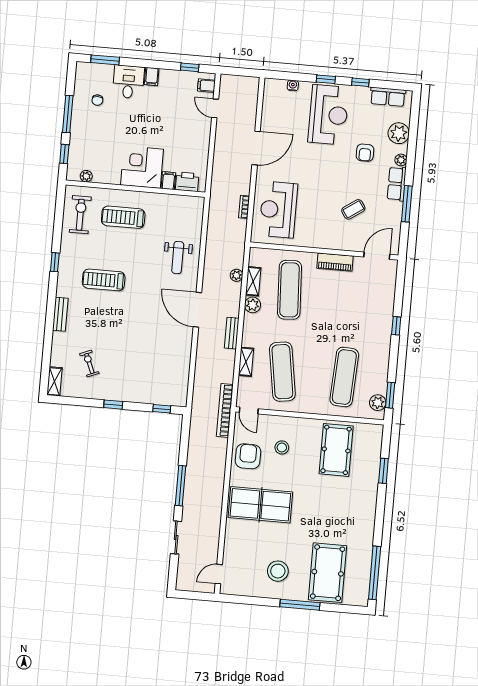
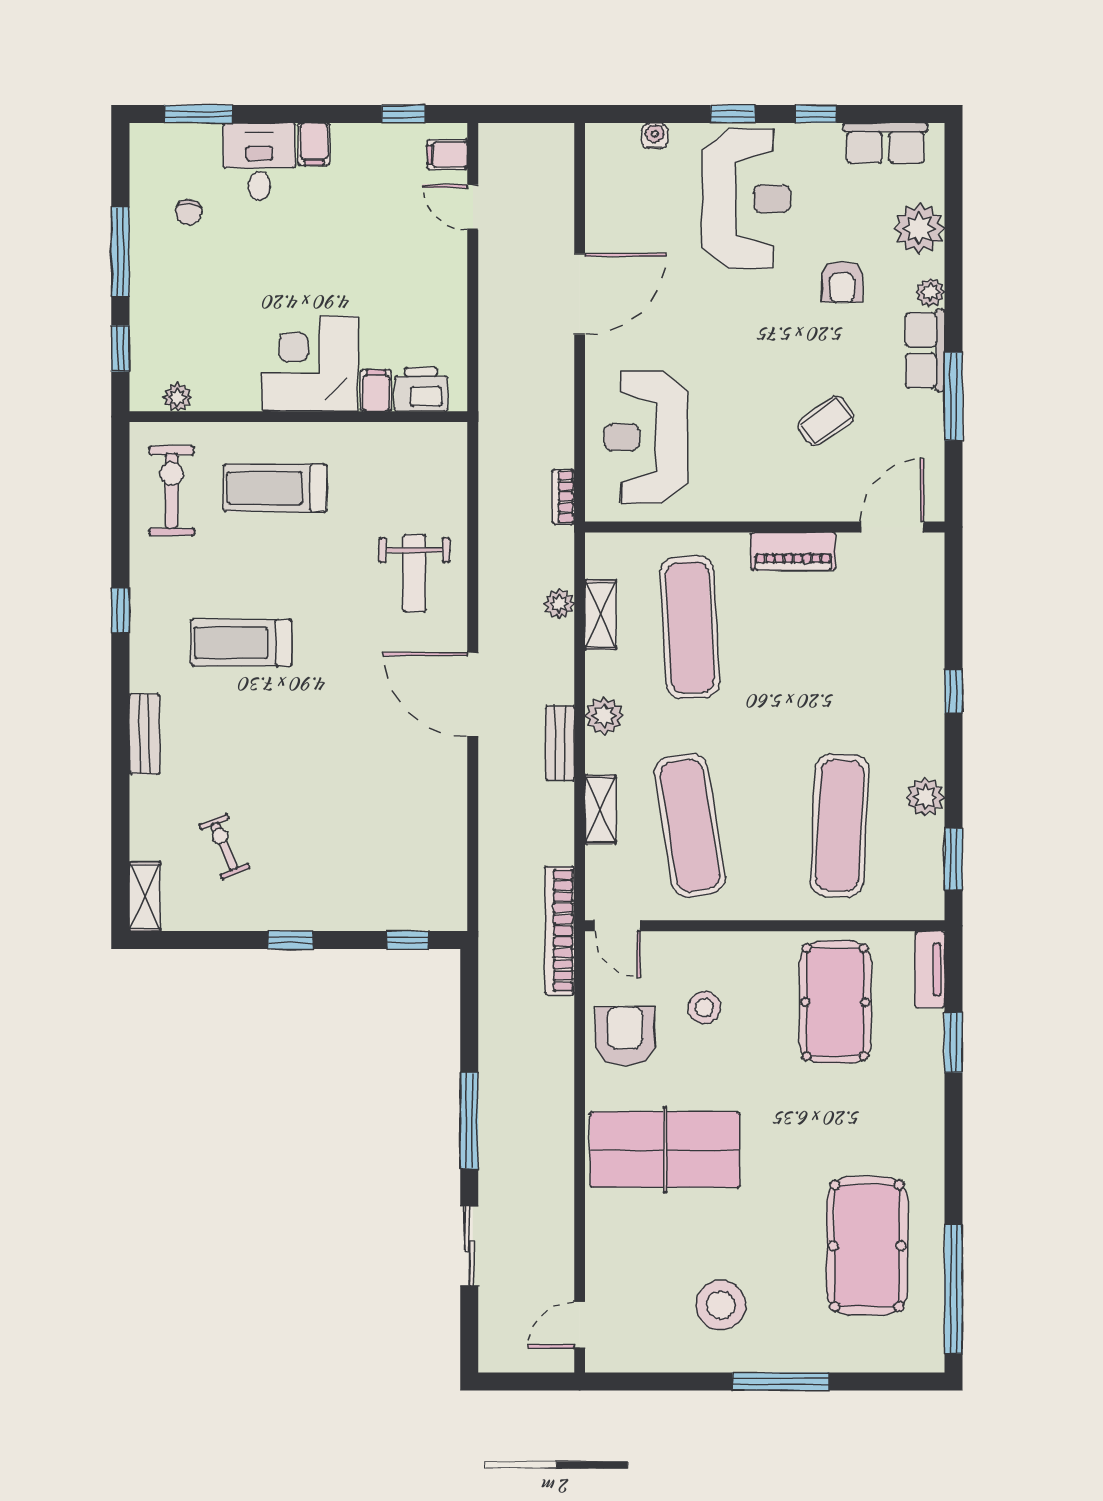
bookcase: (244, 207) -> (563, 497), moved
plant: (253, 305) -> (604, 716), moved
plant: (378, 403) -> (925, 797), moved
tv unit: (376, 440) -> (930, 970), added
pool table: (328, 573) -> (867, 1246), moved

